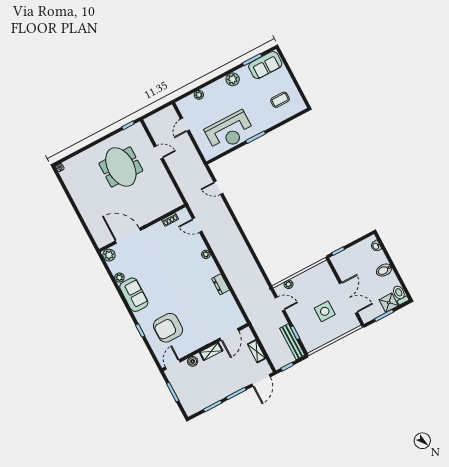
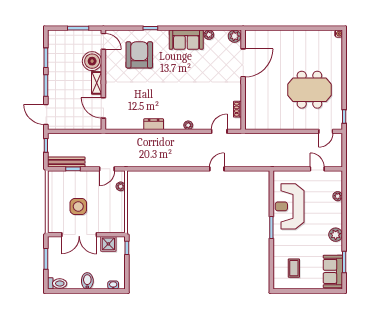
door: (159, 152) -> (326, 131), moved
door: (218, 188) -> (217, 169), moved
shower: (389, 303) -> (108, 244), moved
shelving: (257, 351) -> (75, 125), removed
boiler: (193, 361) -> (92, 61), width x1.86, depth x1.86

